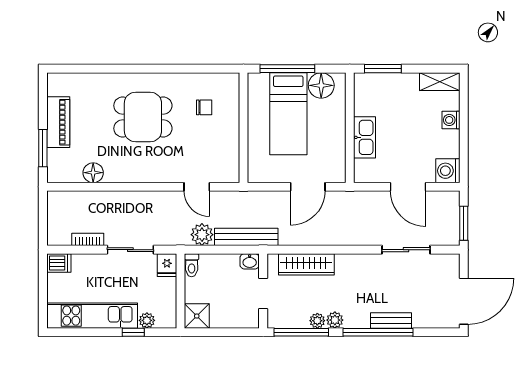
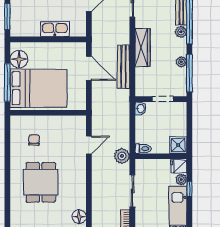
bed: (288, 114) -> (38, 88), width x1.50
plant: (202, 235) -> (122, 156), moved
bench: (246, 237) -> (124, 67), moved
wardrobe: (306, 264) -> (142, 48), moved
fridge: (167, 265) -> (179, 166), moved, turned 180
plant: (335, 320) -> (181, 32), moved

